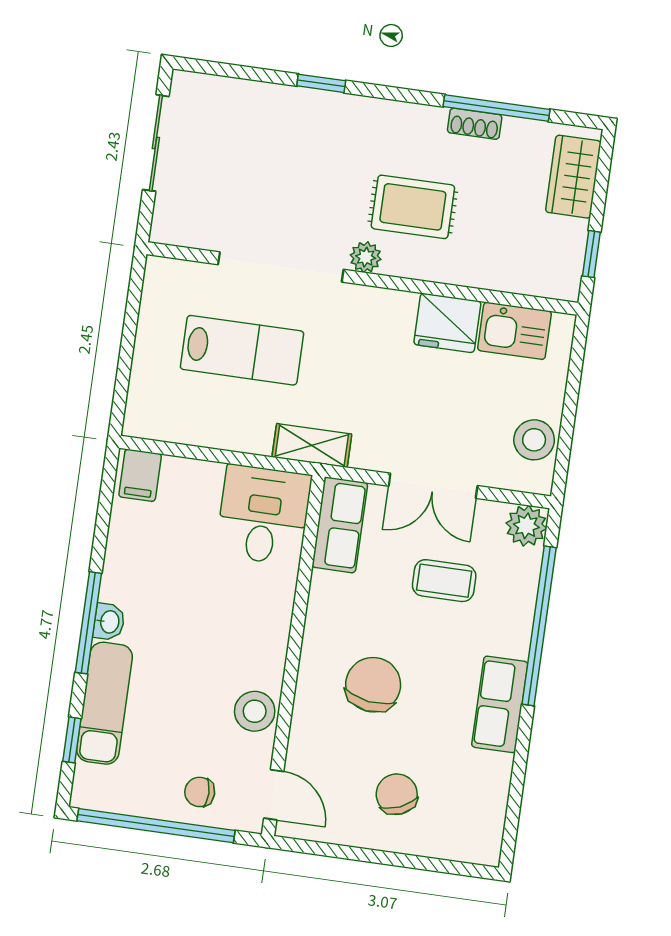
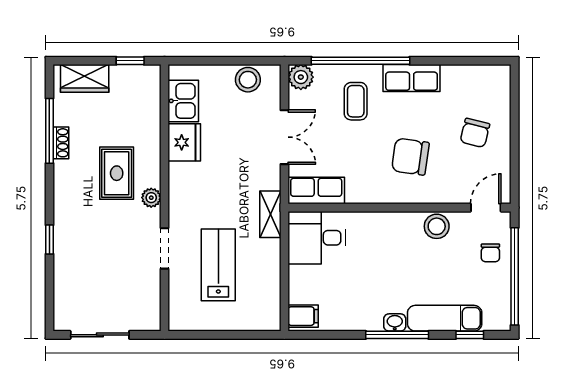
doorway: (281, 267) -> (165, 248), width x0.53
coffee table: (444, 581) -> (356, 101), moved
chair: (397, 794) -> (475, 133), turned -53

